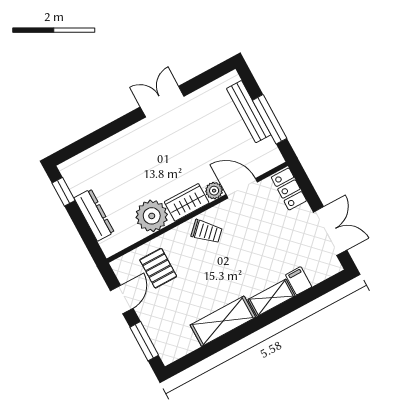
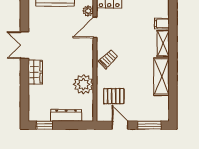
plant: (214, 191) -> (88, 11), moved
wardrobe: (187, 202) -> (35, 72), moved, turned 180

